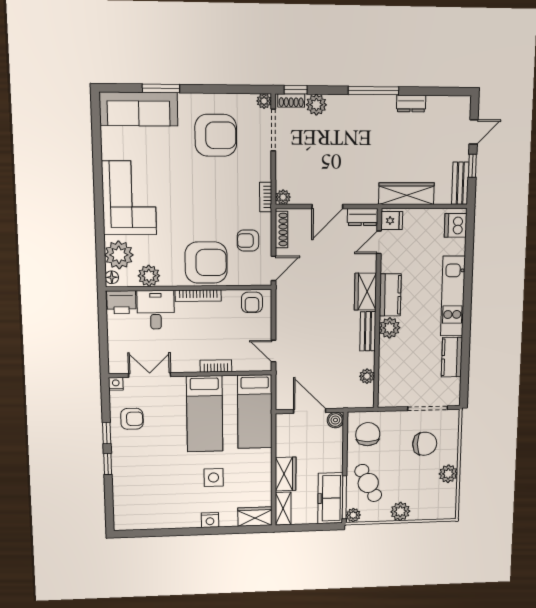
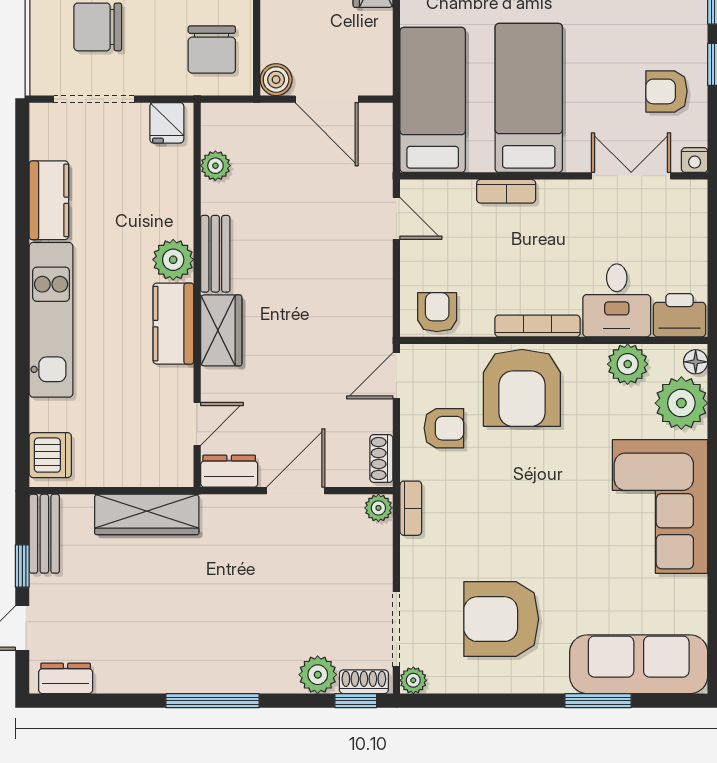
dresser: (411, 103) -> (66, 678), moved
fridge: (392, 221) -> (167, 123), moved, turned -90
shoe rack: (281, 230) -> (381, 459), width x0.70
armchair: (206, 263) -> (522, 388), turned -90
double door: (150, 375) -> (631, 176), swing flipped

